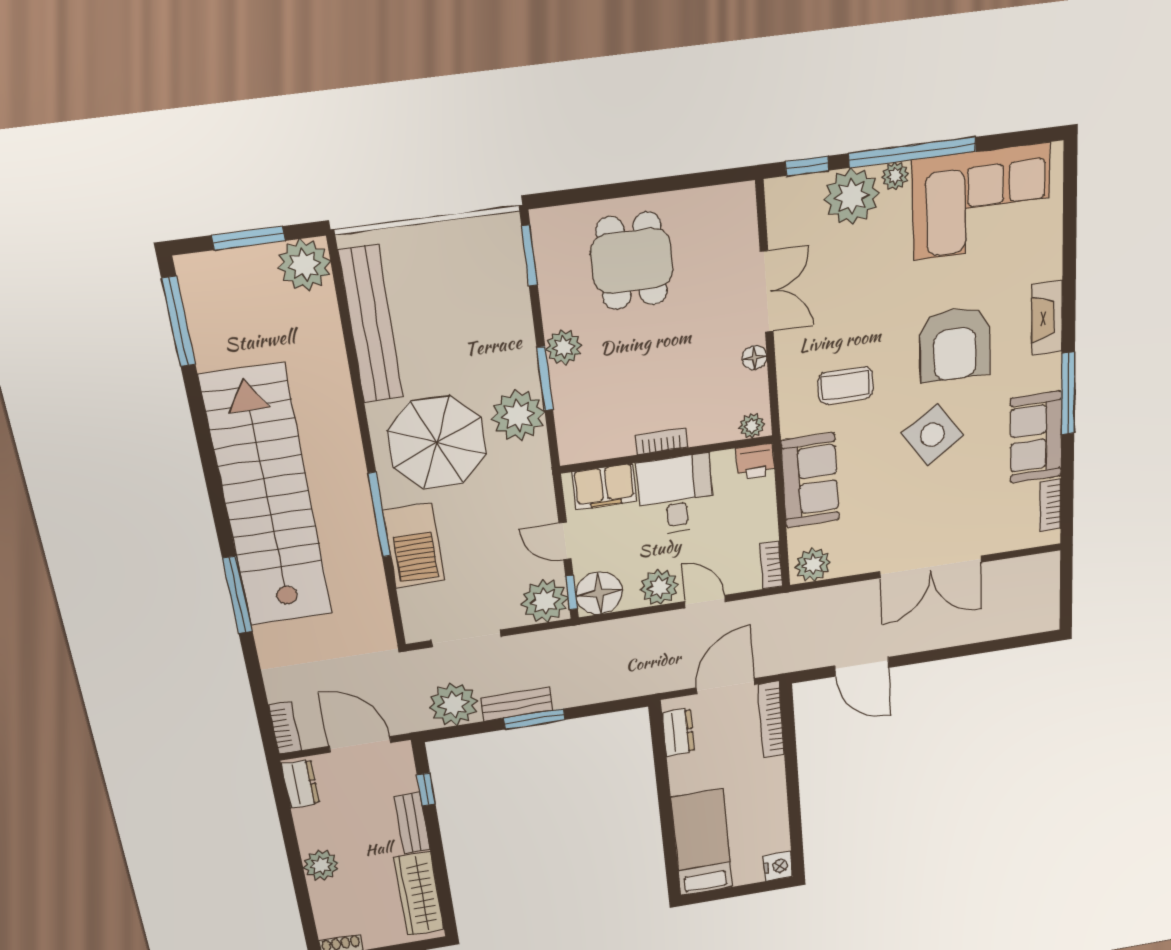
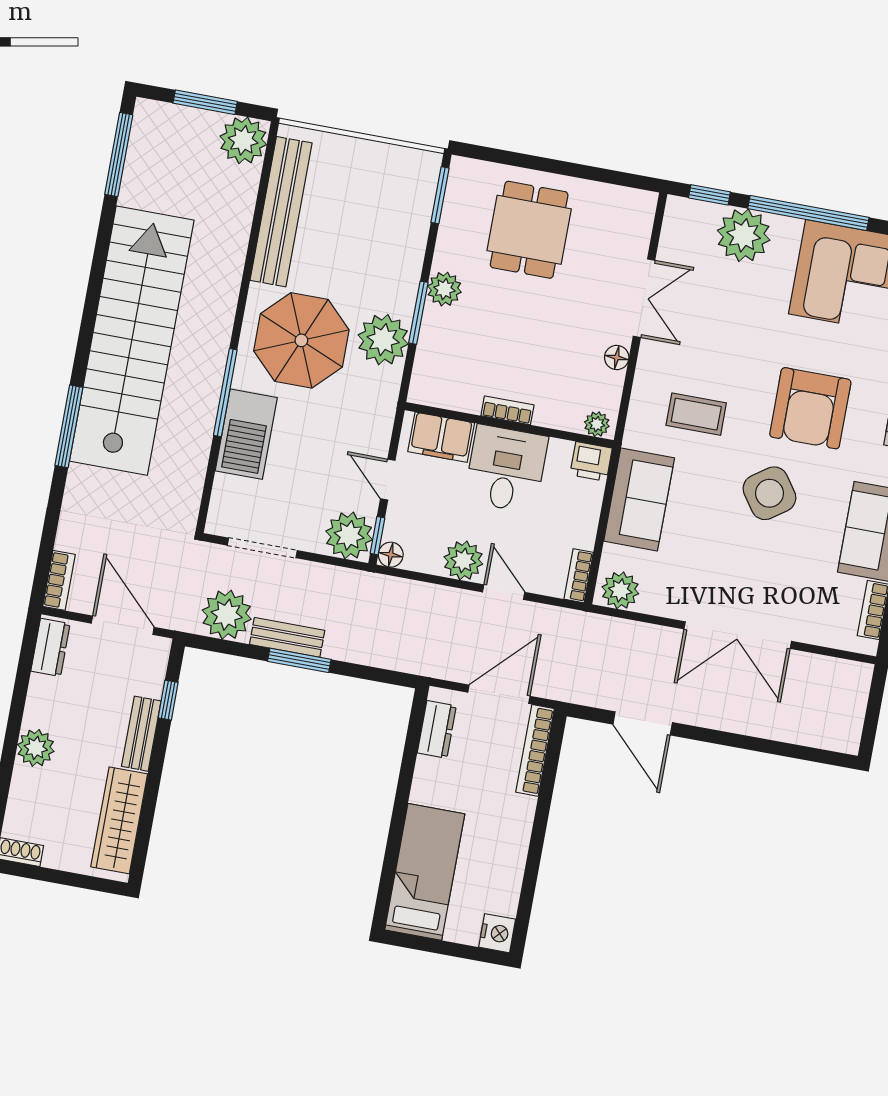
plant: (895, 176) -> (788, 229), removed
floor lamp: (599, 593) -> (391, 555), width x0.53, depth x0.53

